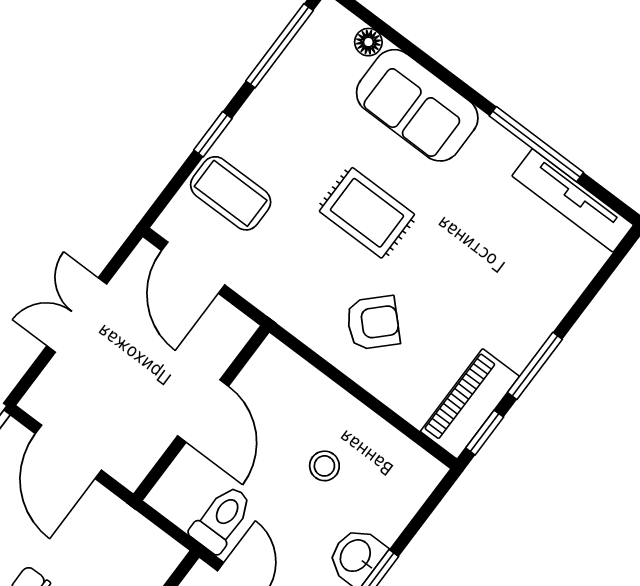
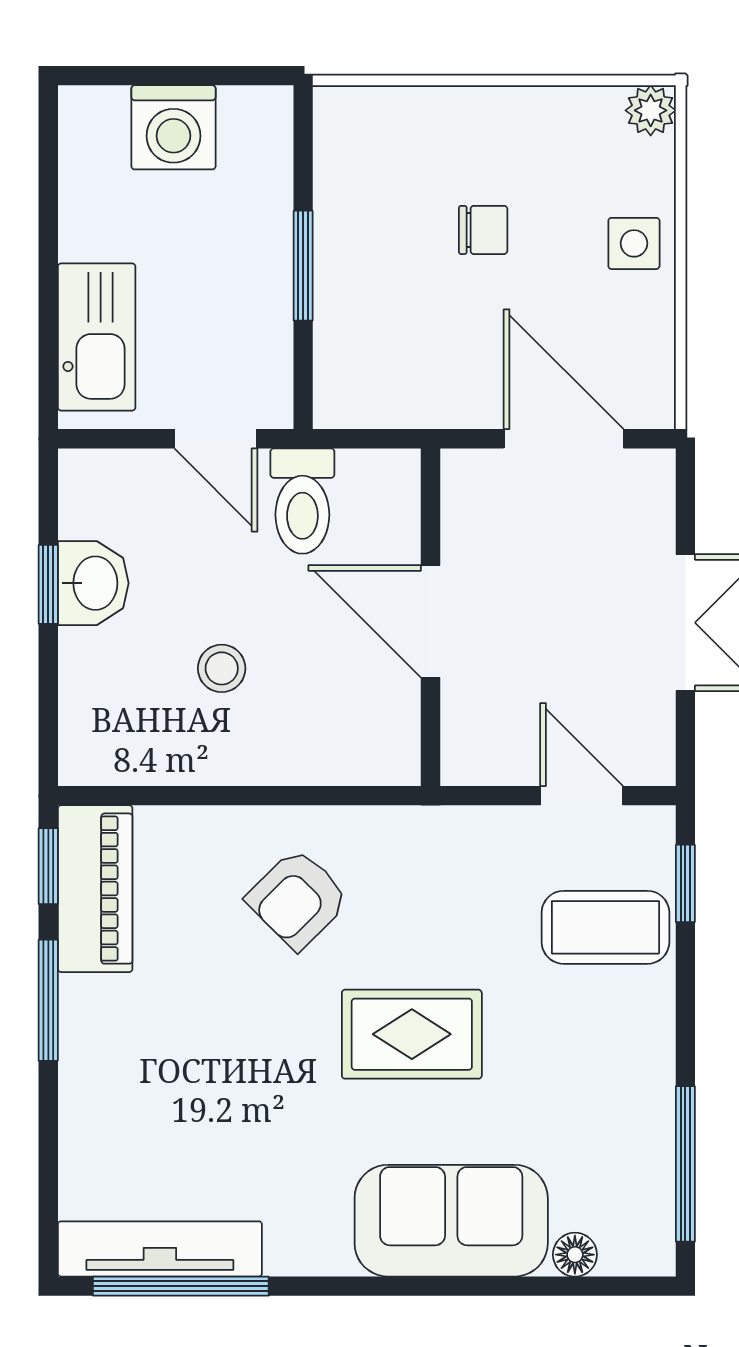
window: (213, 134) -> (685, 883), moved
window: (536, 144) -> (181, 1286), moved
door: (193, 268) -> (582, 796), width x0.73

